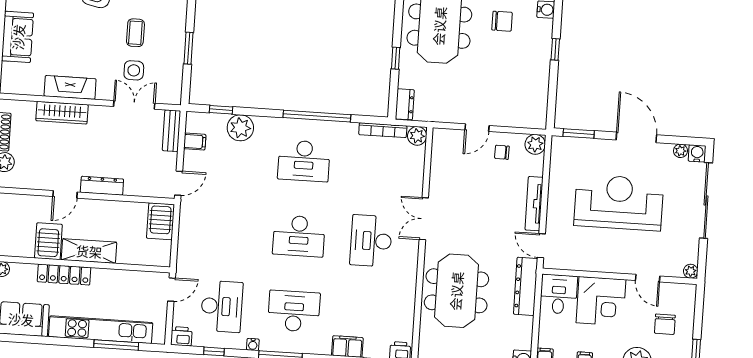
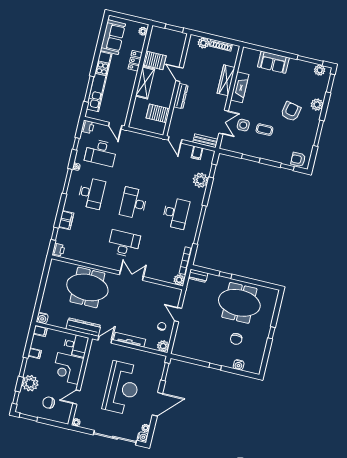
desk: (304, 161) -> (176, 213), turned 180
server rack: (161, 221) -> (158, 113), moved
locker: (64, 275) -> (135, 61), width x0.66

